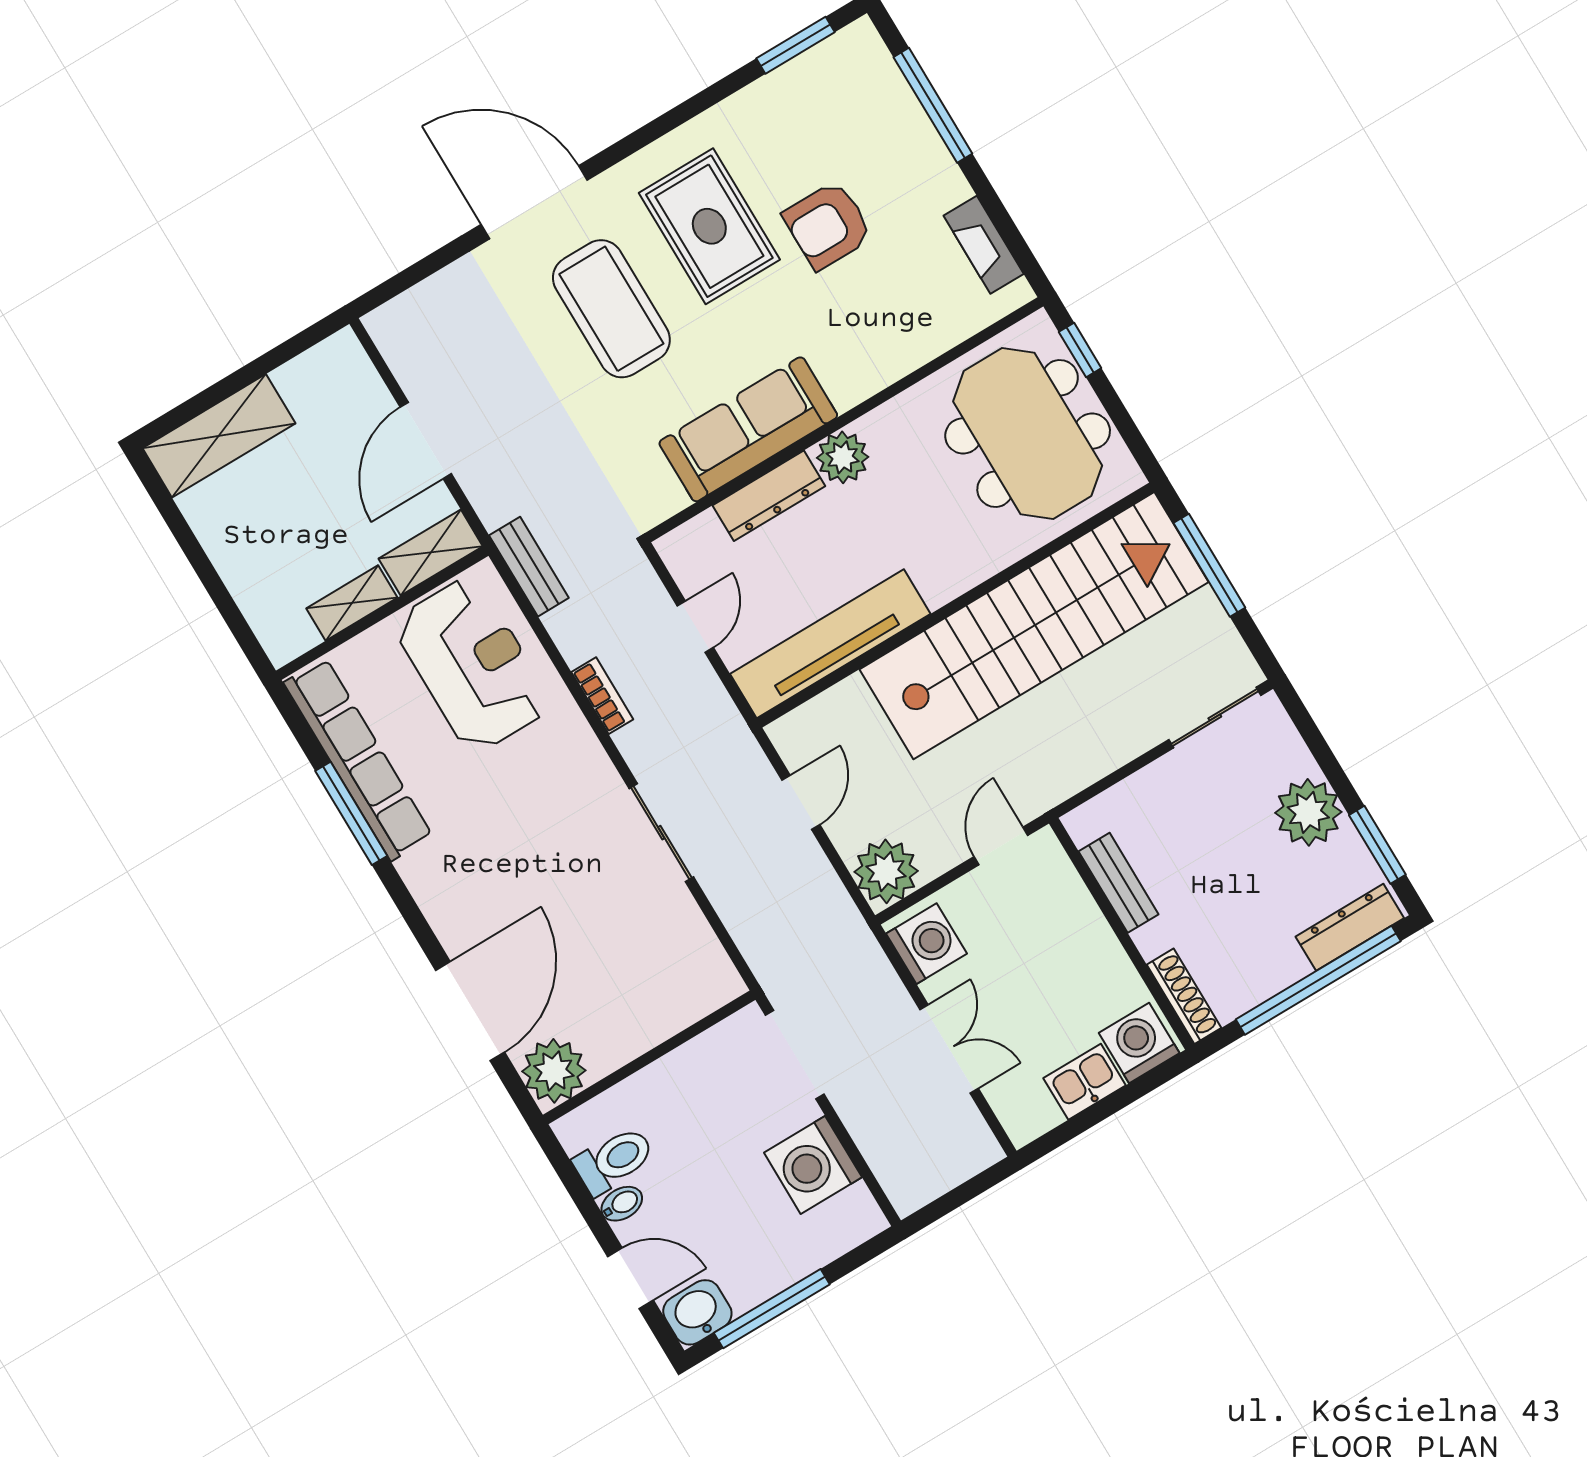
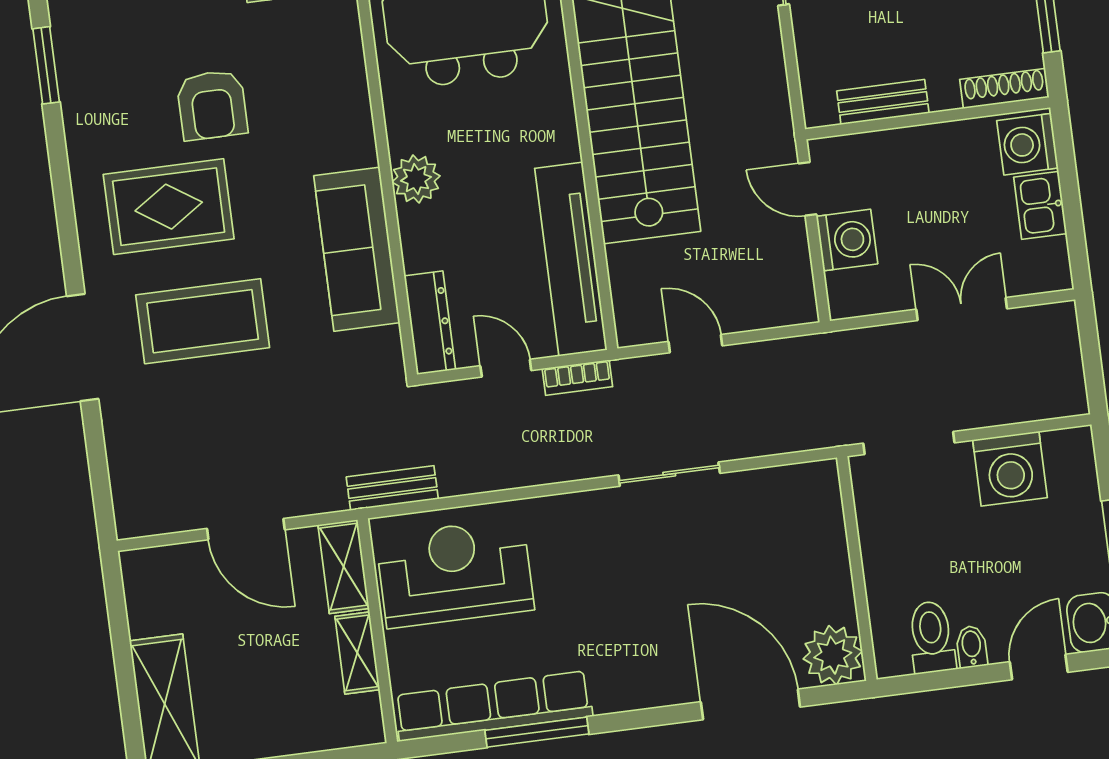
dresser: (769, 496) -> (430, 323), moved
bookcase: (602, 696) -> (577, 378), moved, turned 180
plant: (886, 871) -> (786, 297), removed
washing machine: (926, 944) -> (847, 240), moved, turned 90

